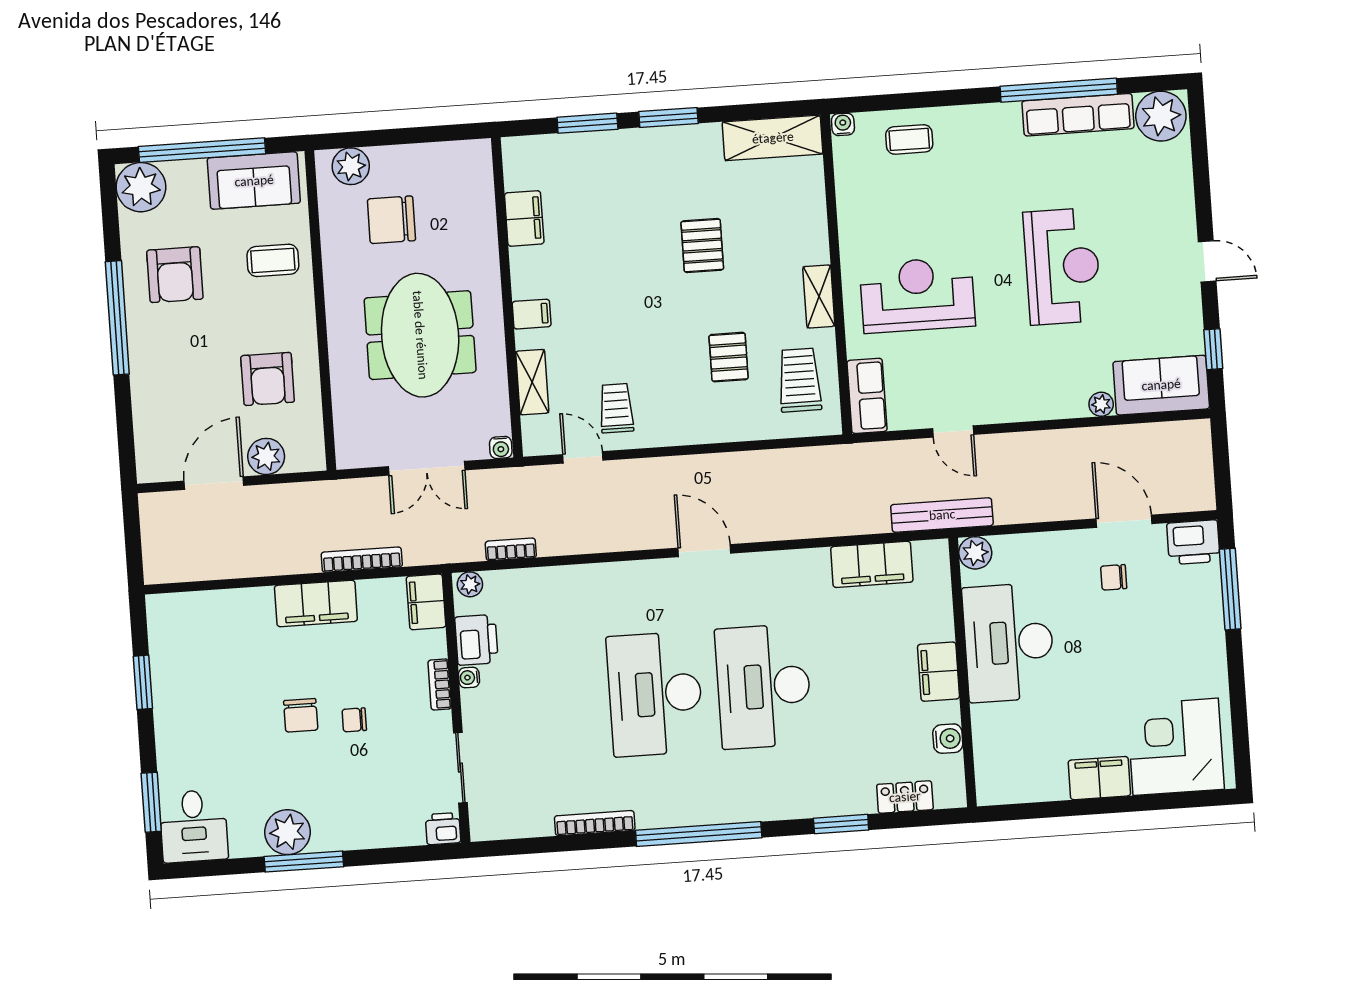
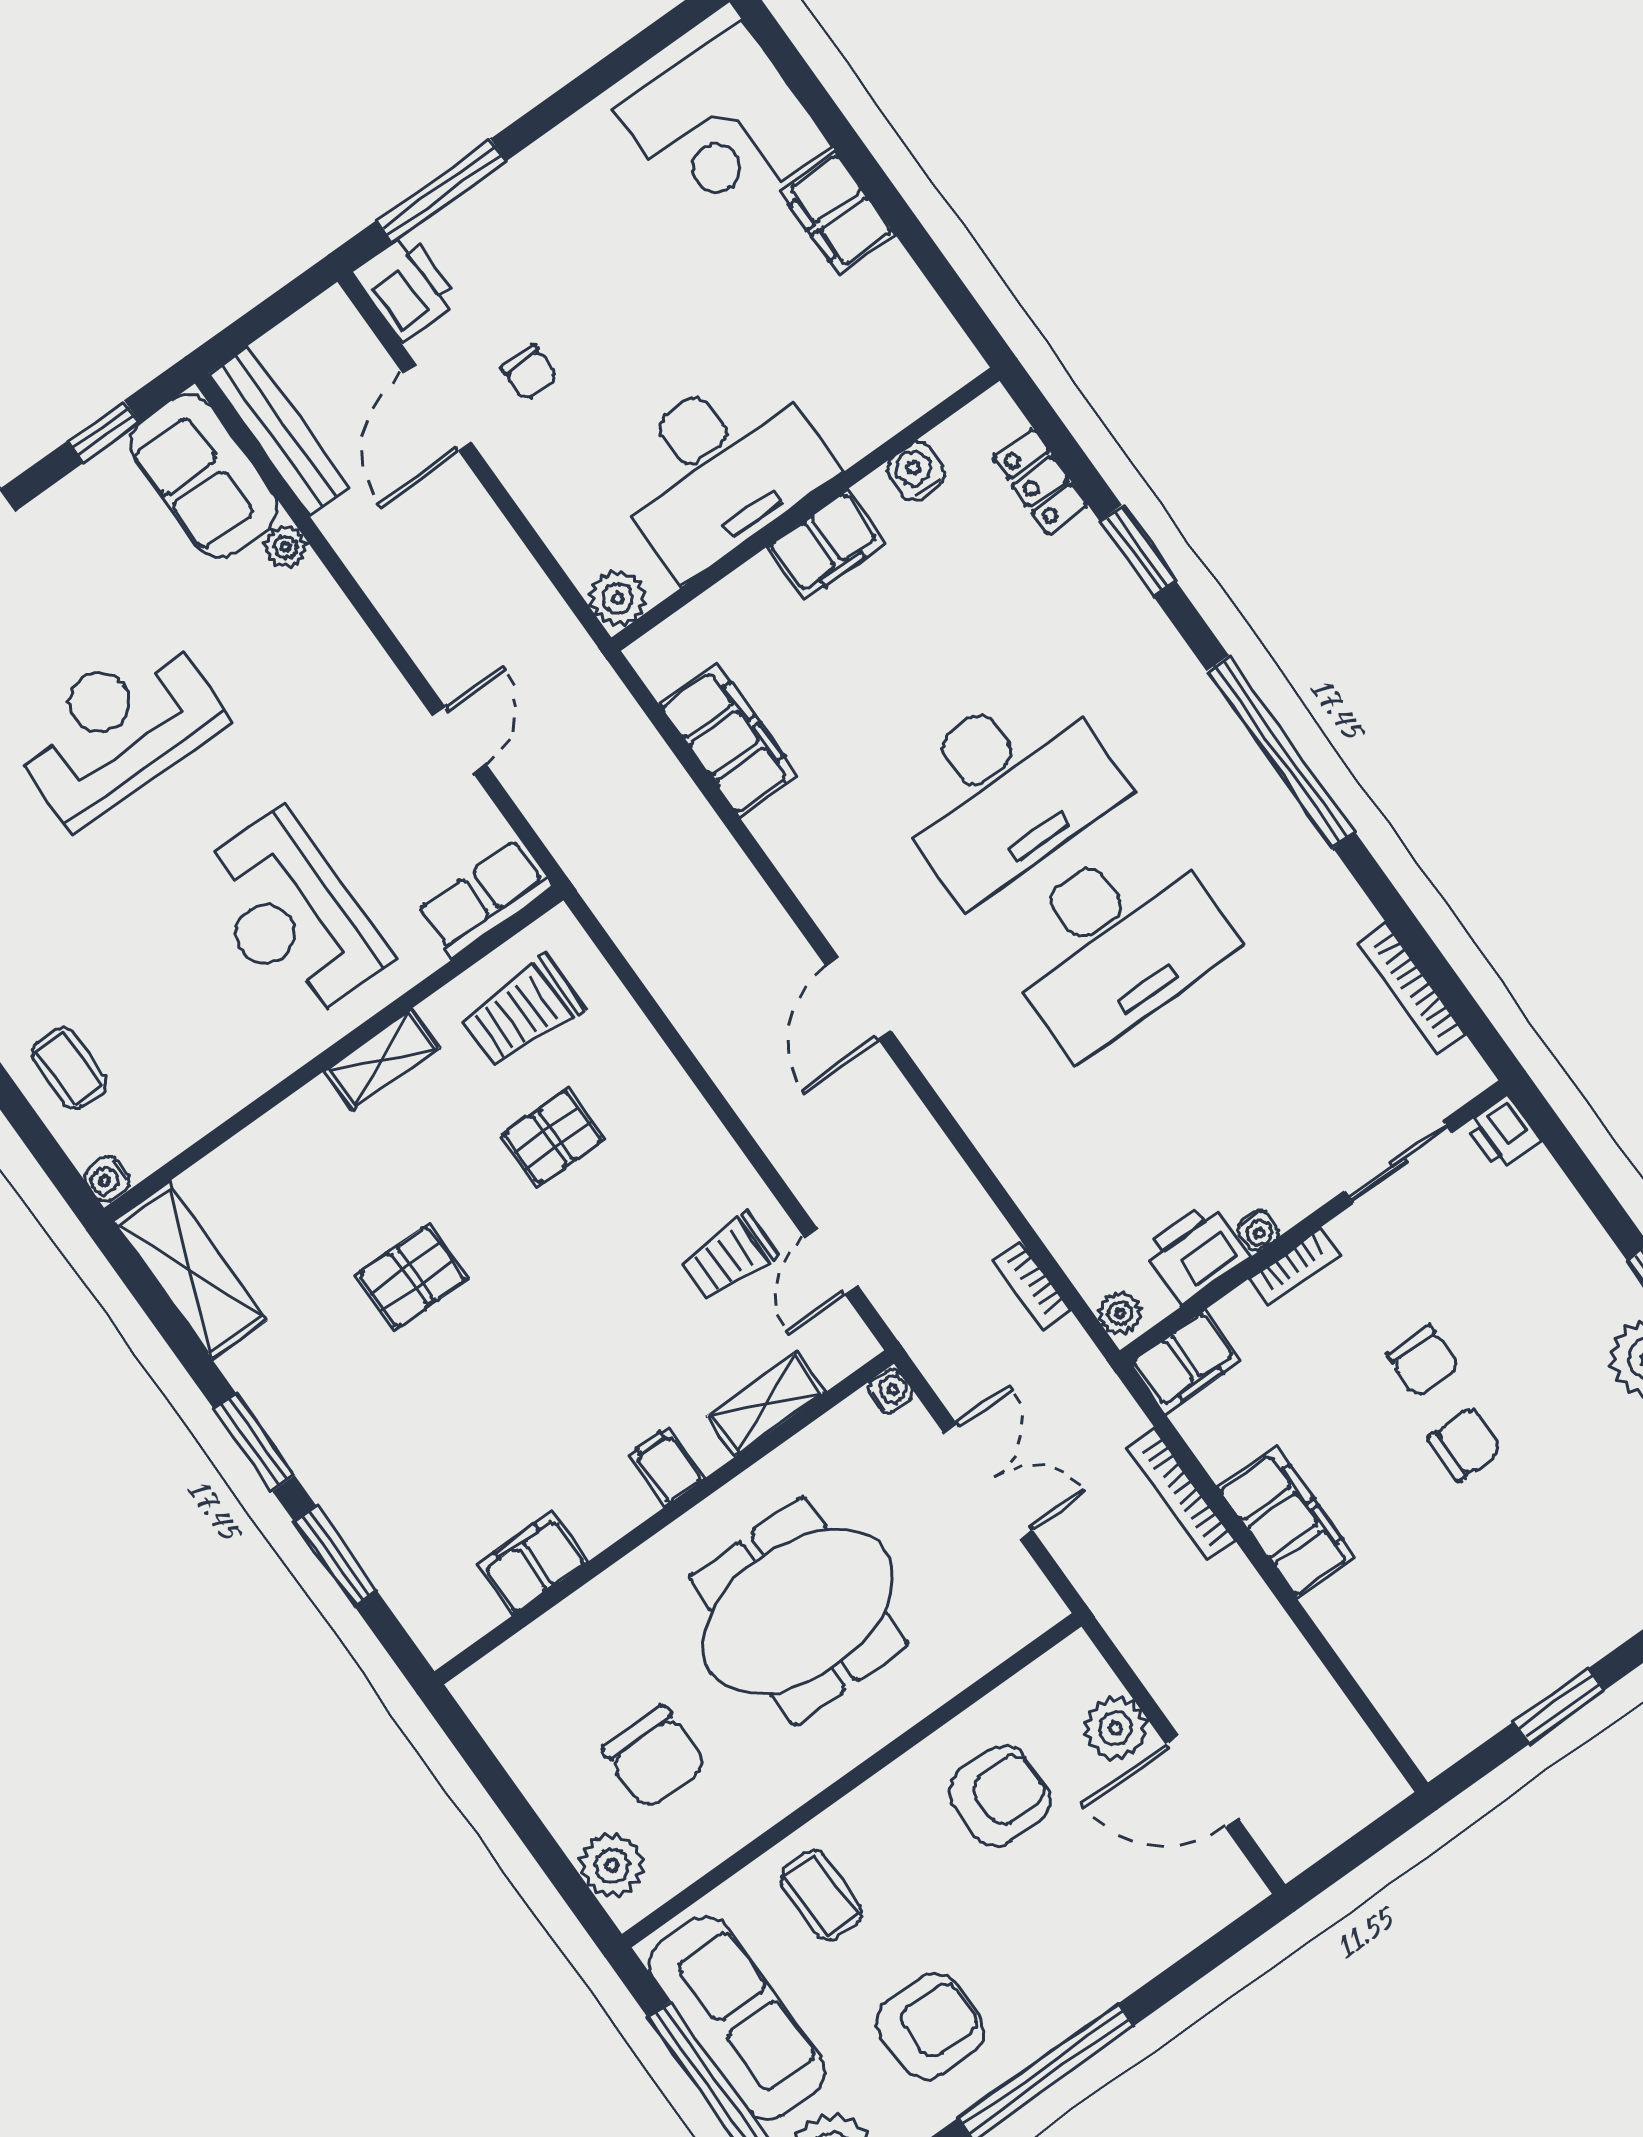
sofa: (254, 181) -> (737, 2018), width x1.36
bench: (942, 515) -> (279, 431), moved
chair: (354, 720) -> (1423, 1361), width x1.37, depth x1.37
bookcase: (595, 823) -> (1411, 988), moved

